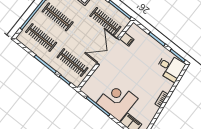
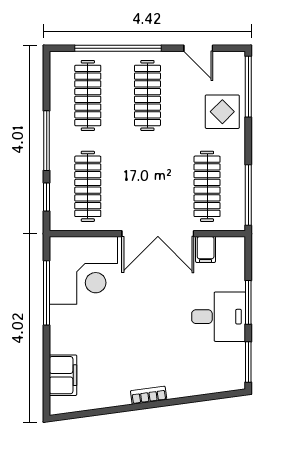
double door: (108, 51) -> (158, 234), swing flipped
desk: (170, 68) -> (219, 317), moved, turned -82
corner desk: (117, 101) -> (83, 270), moved, turned 90

